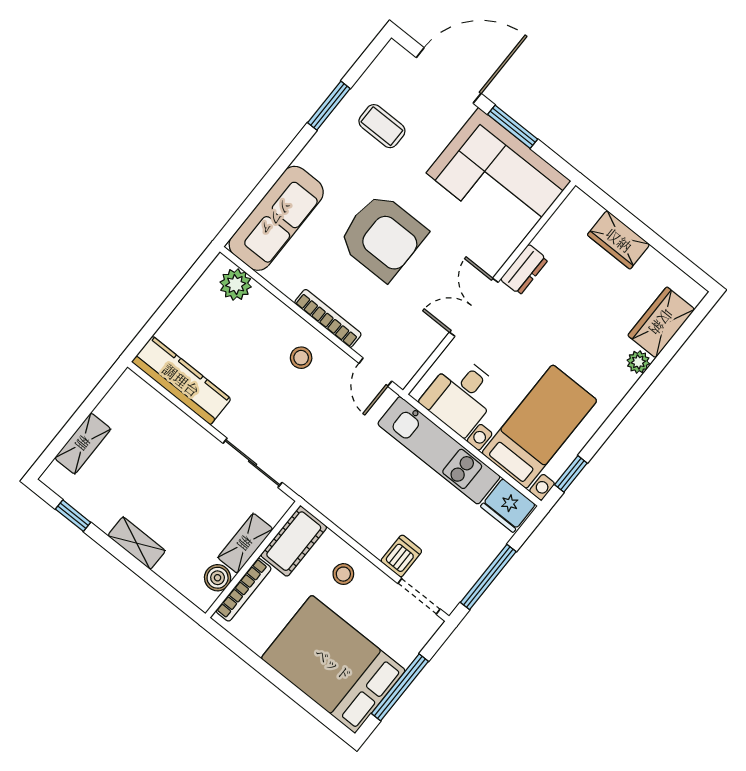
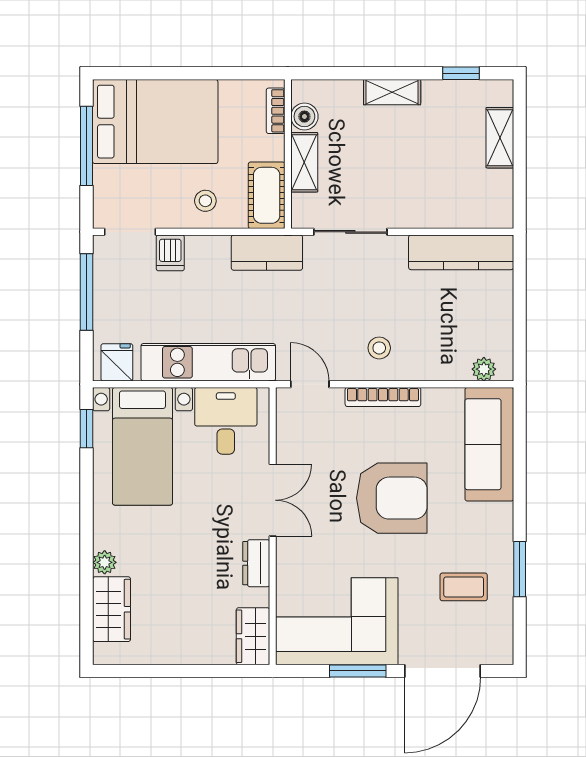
armchair: (382, 237) -> (392, 498), turned 180
wardrobe: (619, 240) -> (253, 636), moved, turned -90
plant: (236, 284) -> (484, 369), width x0.73, depth x0.73
kitchen counter: (328, 498) -> (267, 253), added
fridge: (508, 505) -> (117, 362), width x0.72
bookcase: (244, 590) -> (276, 111), width x0.64

